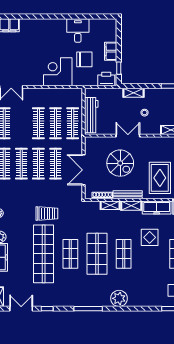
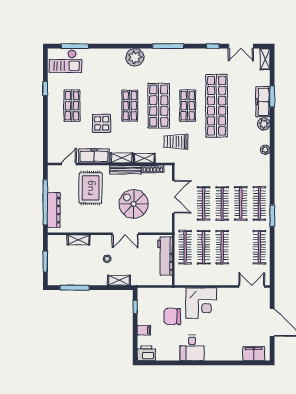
desk: (78, 30) -> (192, 348), moved
filing cabinet: (111, 51) -> (144, 330), width x0.50
printer: (106, 79) -> (146, 353), moved, turned 180
trolley: (47, 213) -> (176, 142), moved

